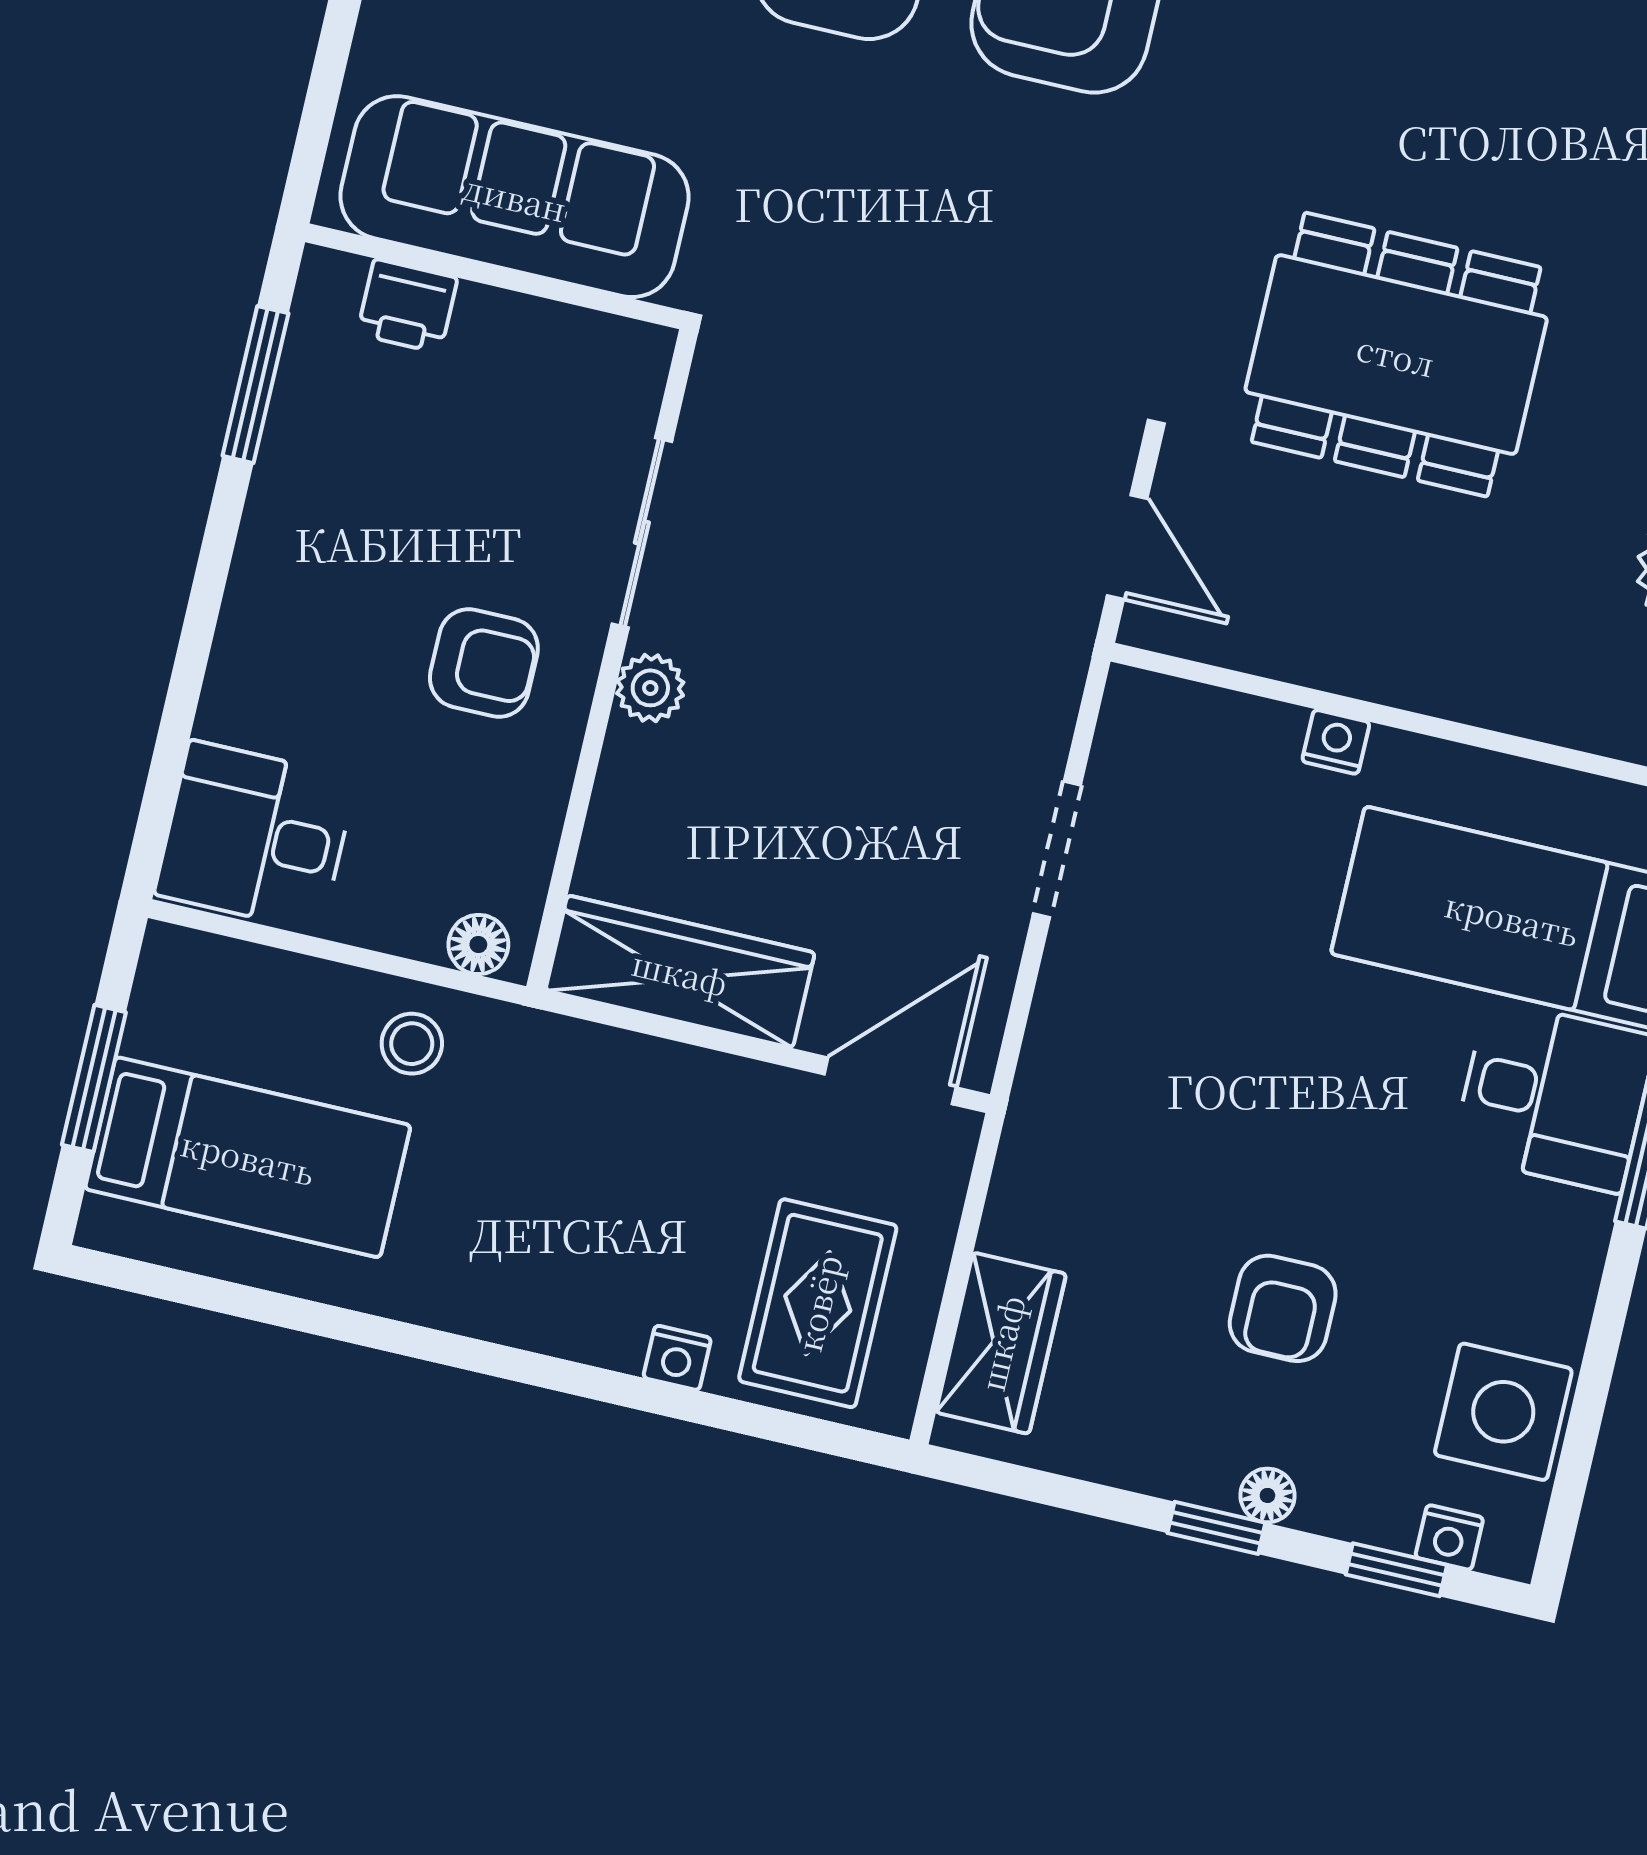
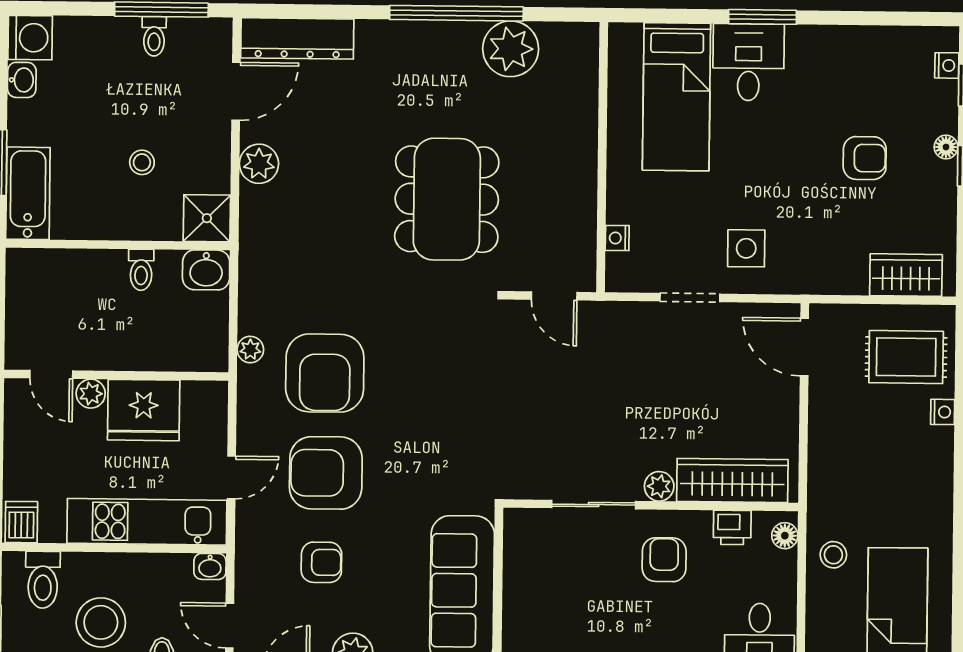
printer: (407, 306) -> (732, 527), moved, turned 90
door: (1127, 547) -> (554, 296), swing flipped
nightstand: (1336, 742) -> (617, 238), moved
wardrobe: (680, 972) -> (732, 481), moved, turned 90
side table: (1503, 1412) -> (746, 248), moved, width x0.73, depth x0.73

